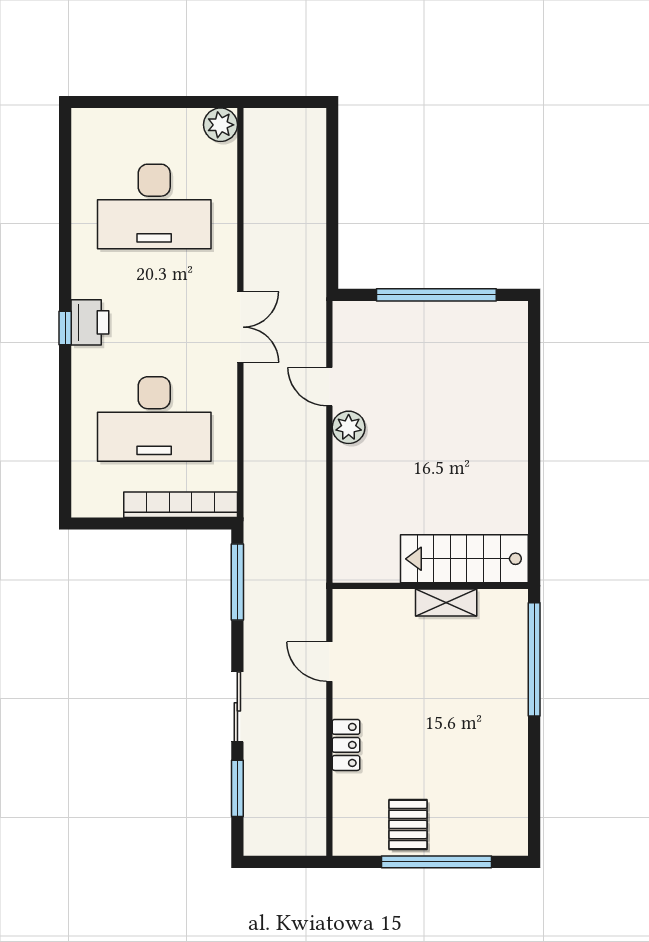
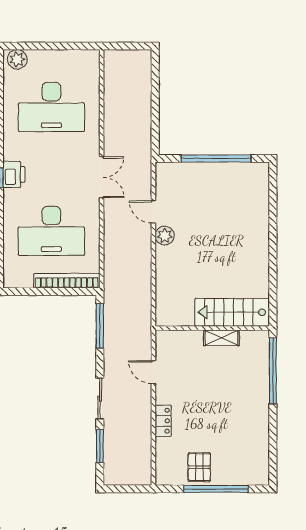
plant: (221, 125) -> (17, 59), moved

